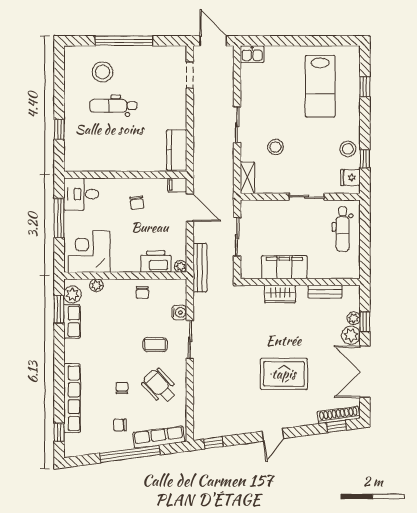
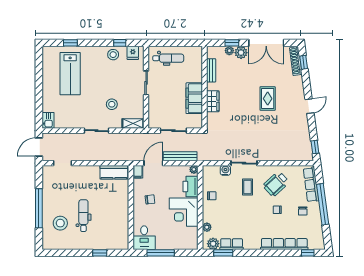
lab bench: (320, 86) -> (70, 74), turned 90
dental chair: (113, 106) -> (83, 216), turned 180
corner desk: (89, 252) -> (184, 212), moved
bench: (200, 268) -> (180, 156), moved
rug: (284, 374) -> (268, 99), width x0.73, depth x0.70
door: (273, 435) -> (309, 106), hinge flipped

